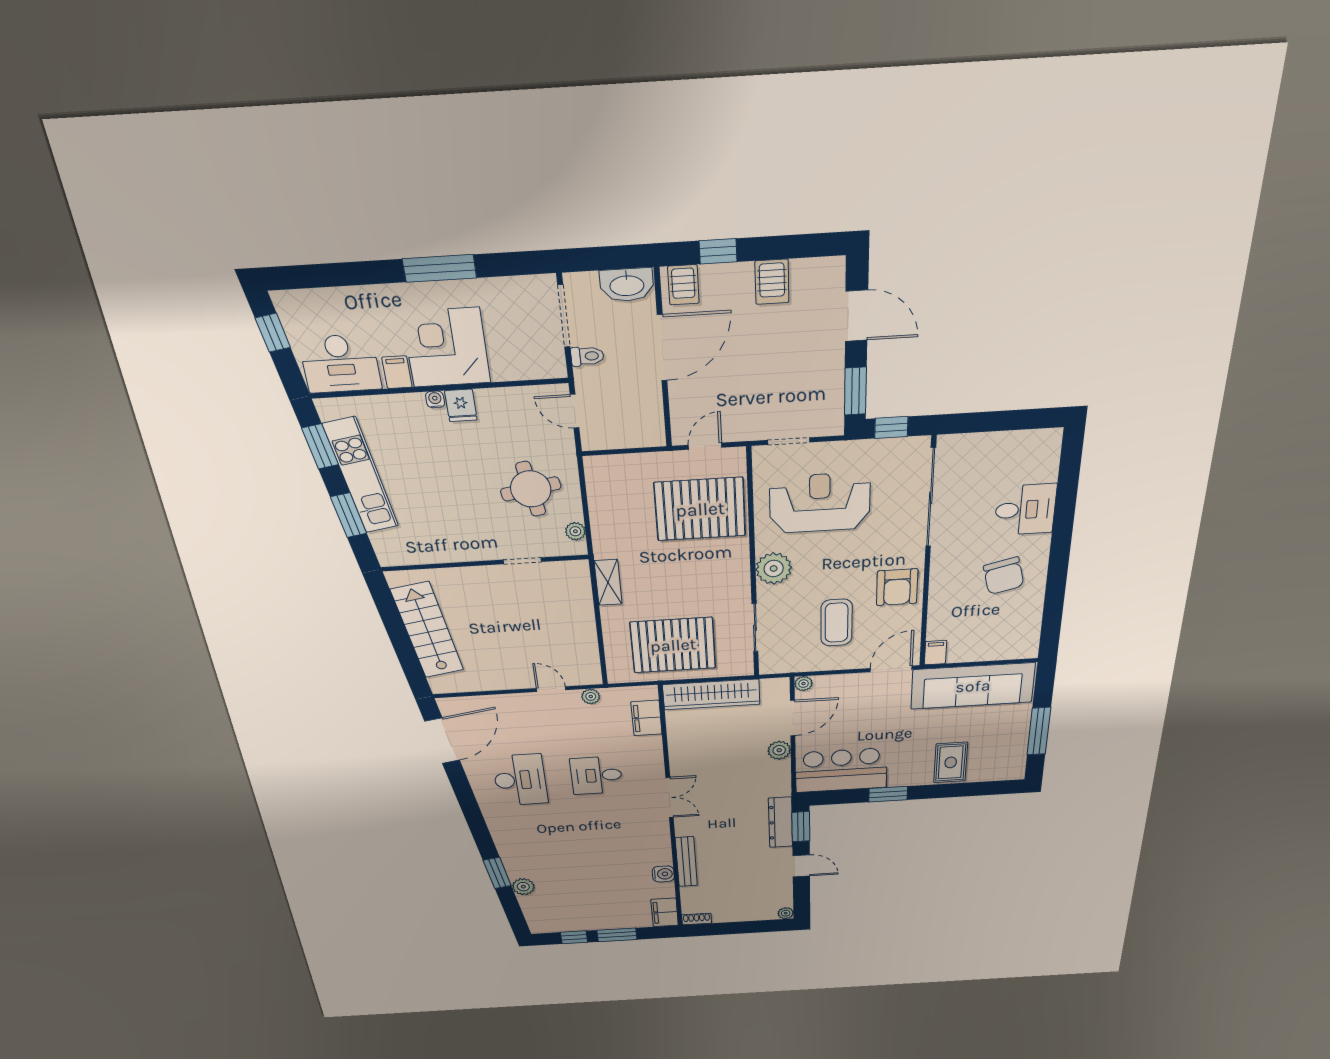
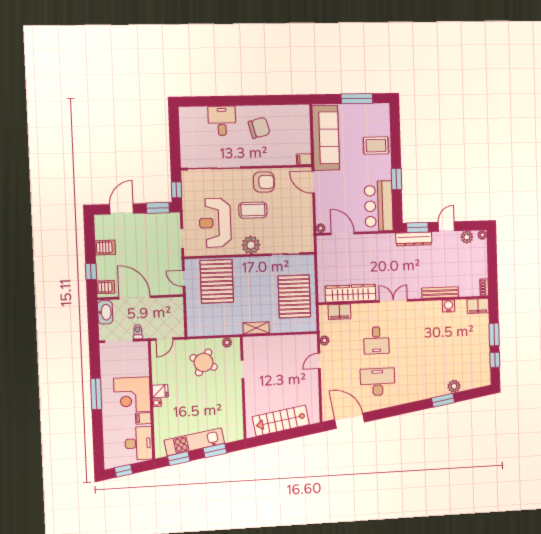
round table: (531, 489) -> (204, 362), turned 37
coffee table: (837, 623) -> (253, 210), moved
wardrobe: (711, 694) -> (351, 293), moved, turned -90
plant: (779, 750) -> (467, 237), moved

